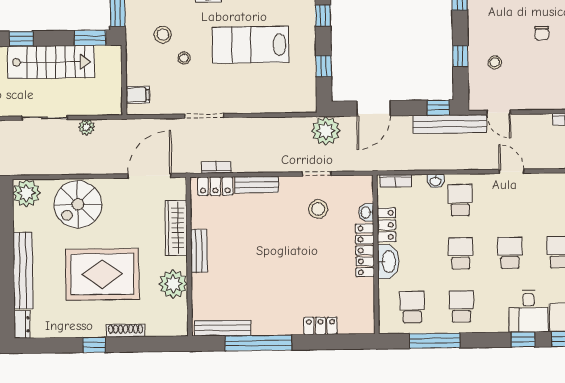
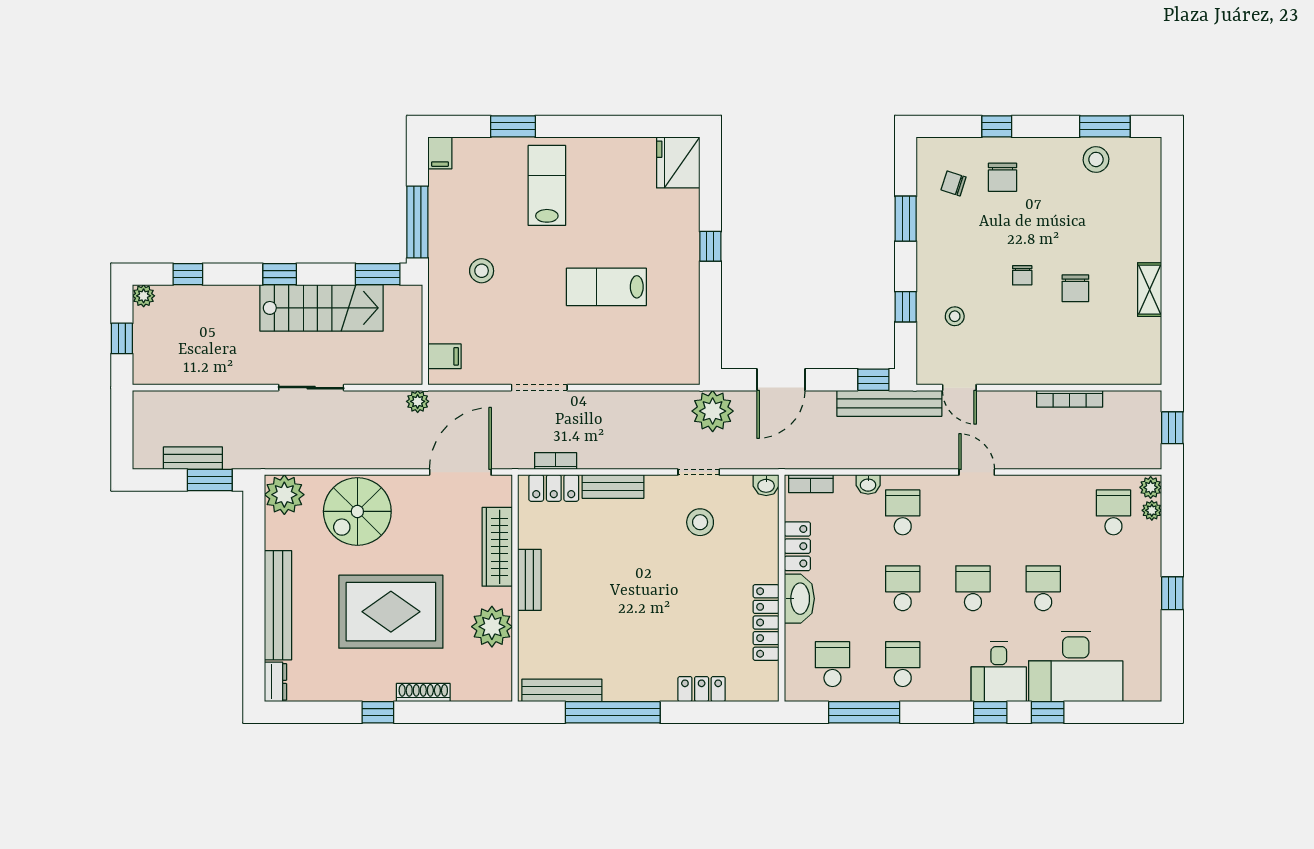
lab bench: (250, 45) -> (606, 287), width x0.73, depth x0.72
stool: (184, 58) -> (511, 305), removed
window: (324, 66) -> (710, 319), removed
plant: (87, 127) -> (418, 401), moved
washbasin: (366, 212) -> (766, 485), moved, turned -90
locker: (365, 250) -> (766, 622), moved

